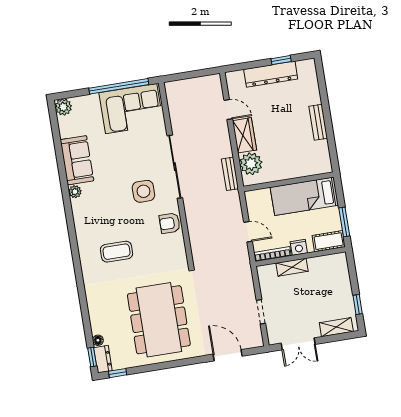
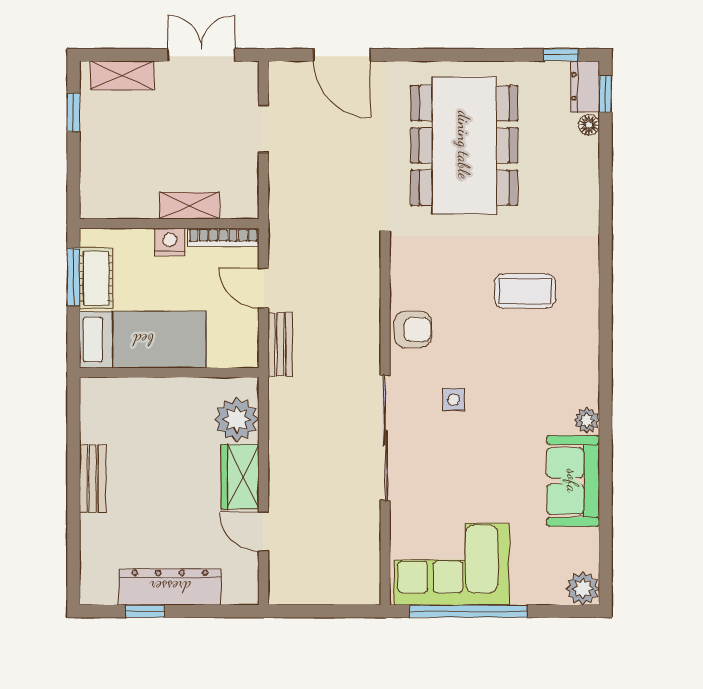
bench: (230, 174) -> (280, 344), moved
side table: (143, 191) -> (454, 400), width x0.54, depth x0.54
cot: (329, 241) -> (96, 278), moved, turned 90

